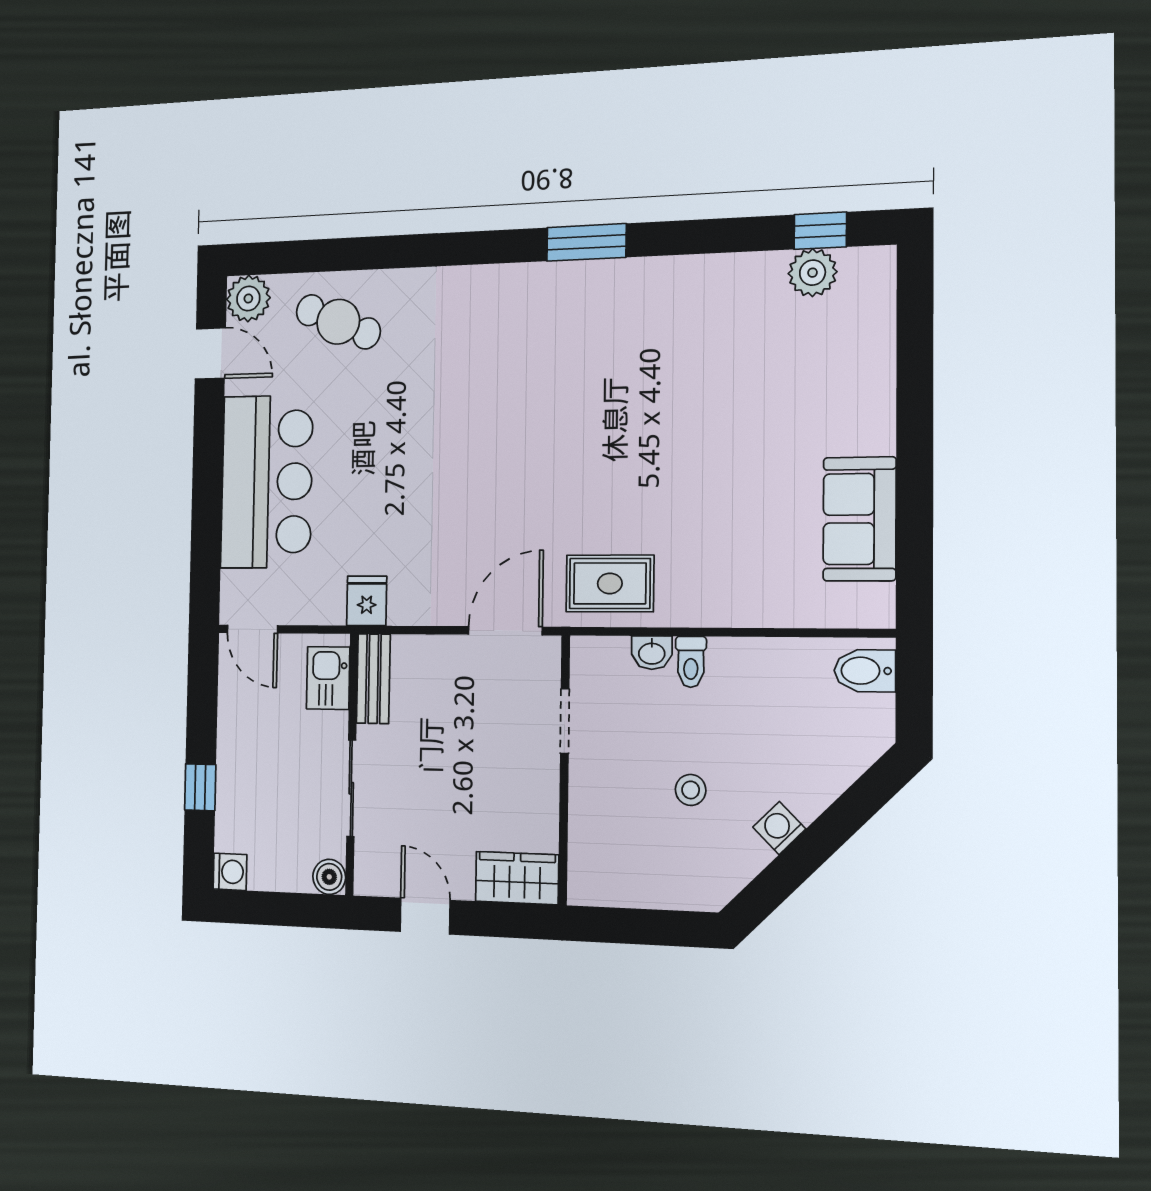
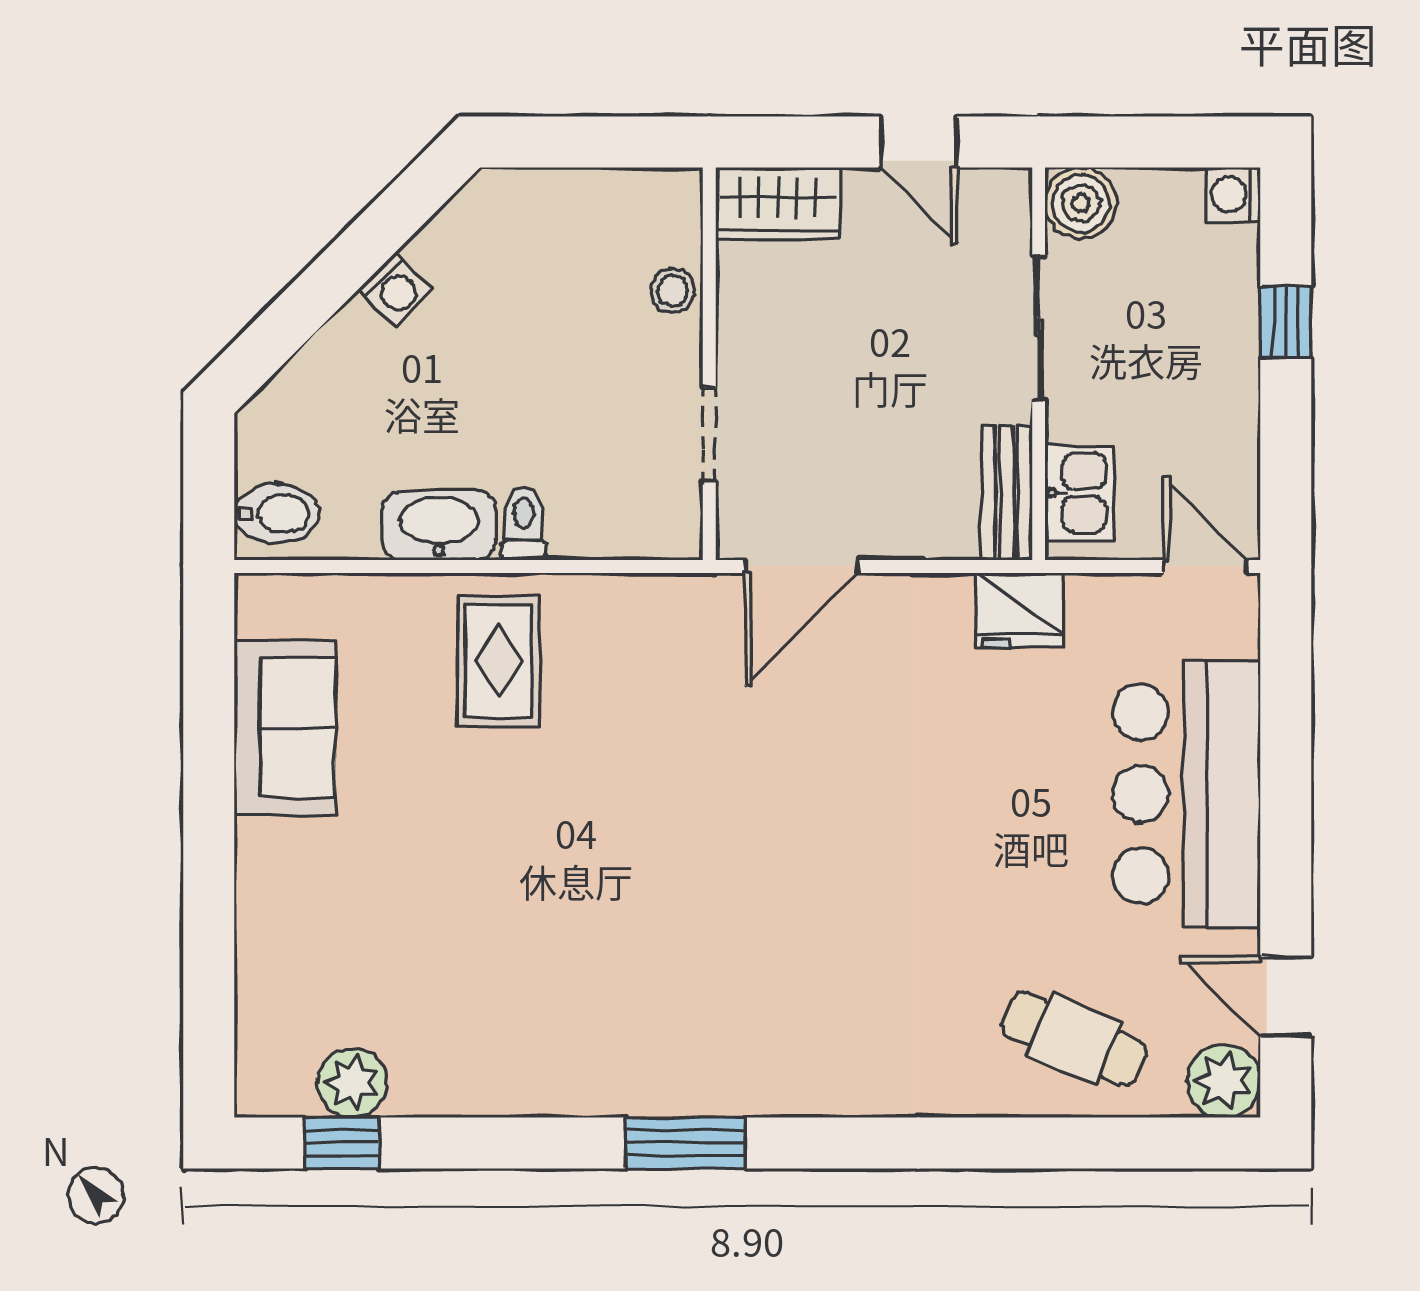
rug: (610, 583) -> (499, 661), moved, turned 90
fridge: (367, 601) -> (1020, 610), width x1.38
washbasin: (652, 653) -> (439, 525), moved, width x1.91, depth x1.45
stool: (691, 790) -> (673, 291), moved
boiler: (329, 877) -> (1081, 203), width x1.36, depth x1.36

